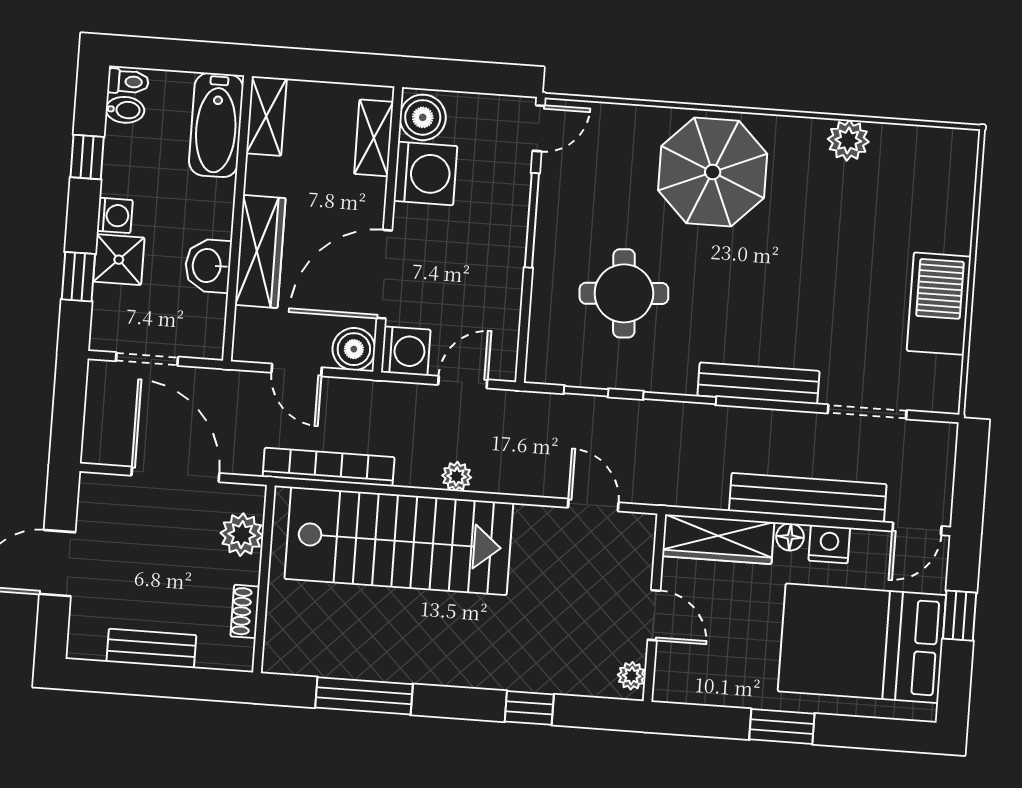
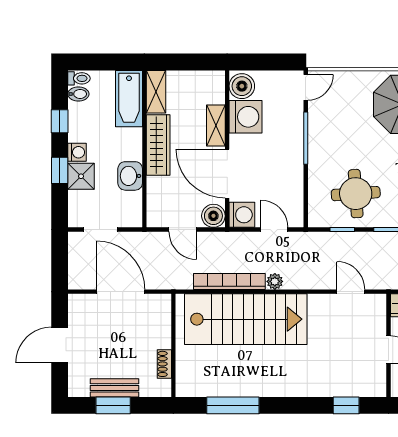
shelving: (374, 138) -> (216, 125), moved
wardrobe: (260, 252) -> (158, 145), moved
door: (384, 274) -> (227, 174), hinge flipped
window: (78, 277) -> (60, 170), moved
round table: (624, 293) -> (356, 194), moved
door: (463, 382) -> (274, 230), hinge flipped
bookcase: (329, 467) -> (229, 281), moved
plant: (242, 535) -> (159, 322), removed
plant: (632, 676) -> (379, 384), removed
window: (147, 680) -> (113, 405), added
window: (529, 708) -> (346, 405), moved

